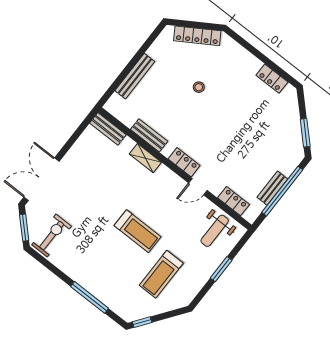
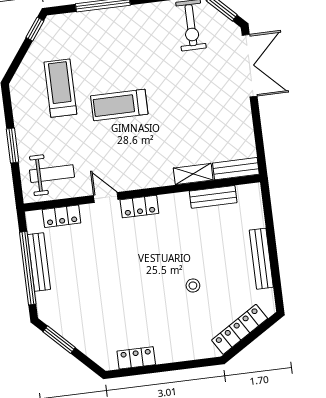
bench: (135, 76) -> (261, 259), moved
bench: (149, 135) -> (213, 197), moved
shelving: (145, 158) -> (193, 174), moved
door: (198, 187) -> (106, 197), hinge flipped
bench: (272, 188) -> (39, 262), width x1.36
weight bench: (215, 231) -> (52, 174), turned 90

